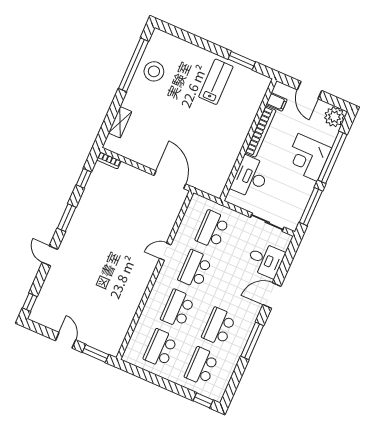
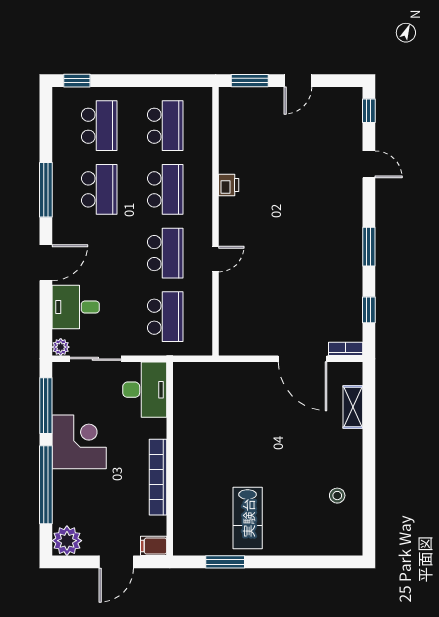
window: (133, 65) -> (369, 492), removed
stool: (154, 71) -> (337, 496), width x0.53, depth x0.53
door: (309, 90) -> (116, 562), swing flipped
filing cabinet: (277, 102) -> (154, 546), moved
corner desk: (308, 157) -> (79, 442), moved
desk: (250, 177) -> (145, 390), moved
door: (170, 180) -> (303, 359), moved
plant: (286, 239) -> (61, 347), added
door: (50, 256) -> (369, 164), moved
printer: (137, 294) -> (229, 185), added
door: (66, 340) -> (298, 81), hinge flipped

